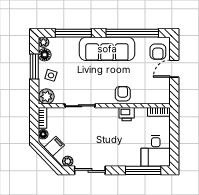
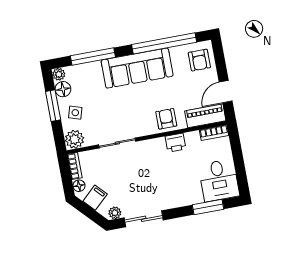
door: (174, 69) -> (226, 92), moved
piano: (154, 97) -> (205, 116), added
window: (143, 170) -> (208, 207), width x0.69

